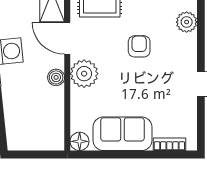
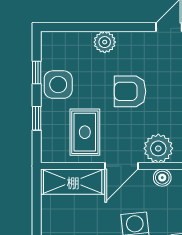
armchair: (139, 46) -> (130, 91), width x1.38, depth x1.38

